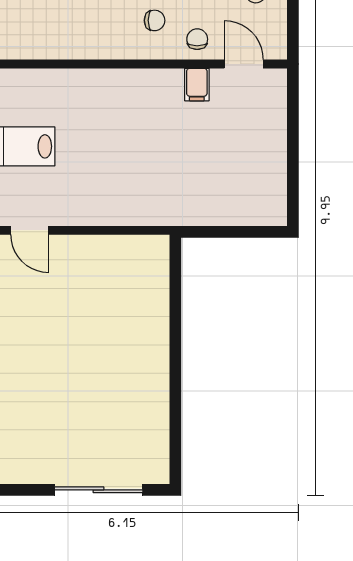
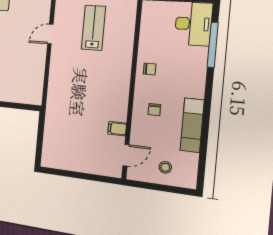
chair: (197, 39) -> (150, 69), moved

